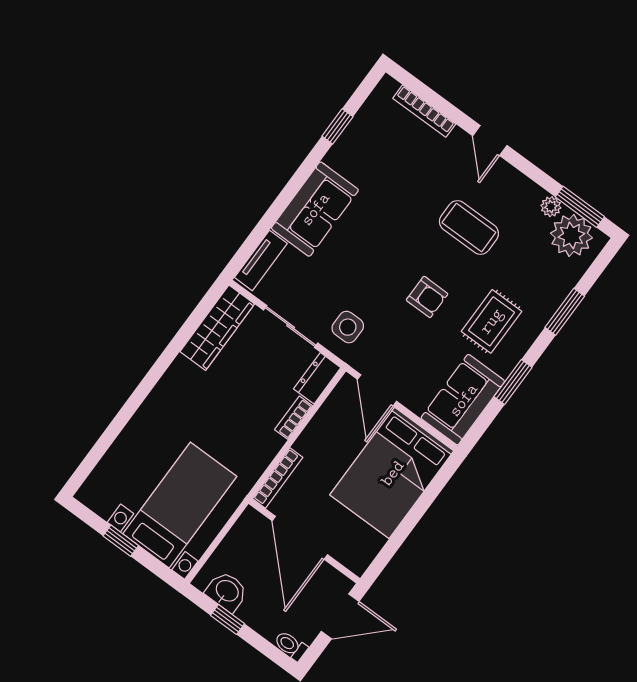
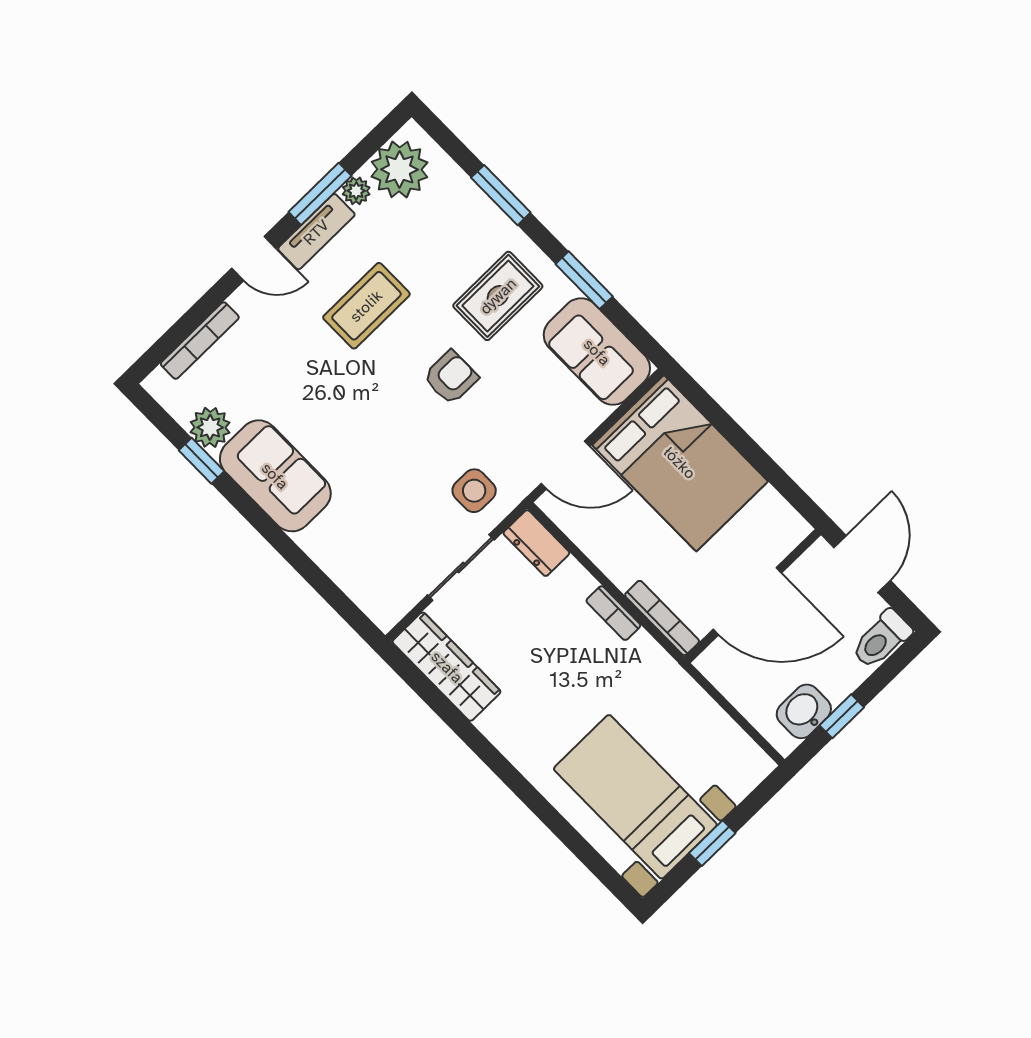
plant: (363, 129) -> (210, 427), added
window: (580, 207) -> (320, 194), moved
sofa: (315, 209) -> (275, 476), moved
tv unit: (261, 260) -> (316, 232), moved, turned 90
rug: (491, 321) -> (498, 296), turned 90
bookcase: (294, 418) -> (613, 613), moved
bed with nightstands: (180, 505) -> (635, 797), moved
toilet: (291, 646) -> (881, 639), width x1.37, depth x1.39

